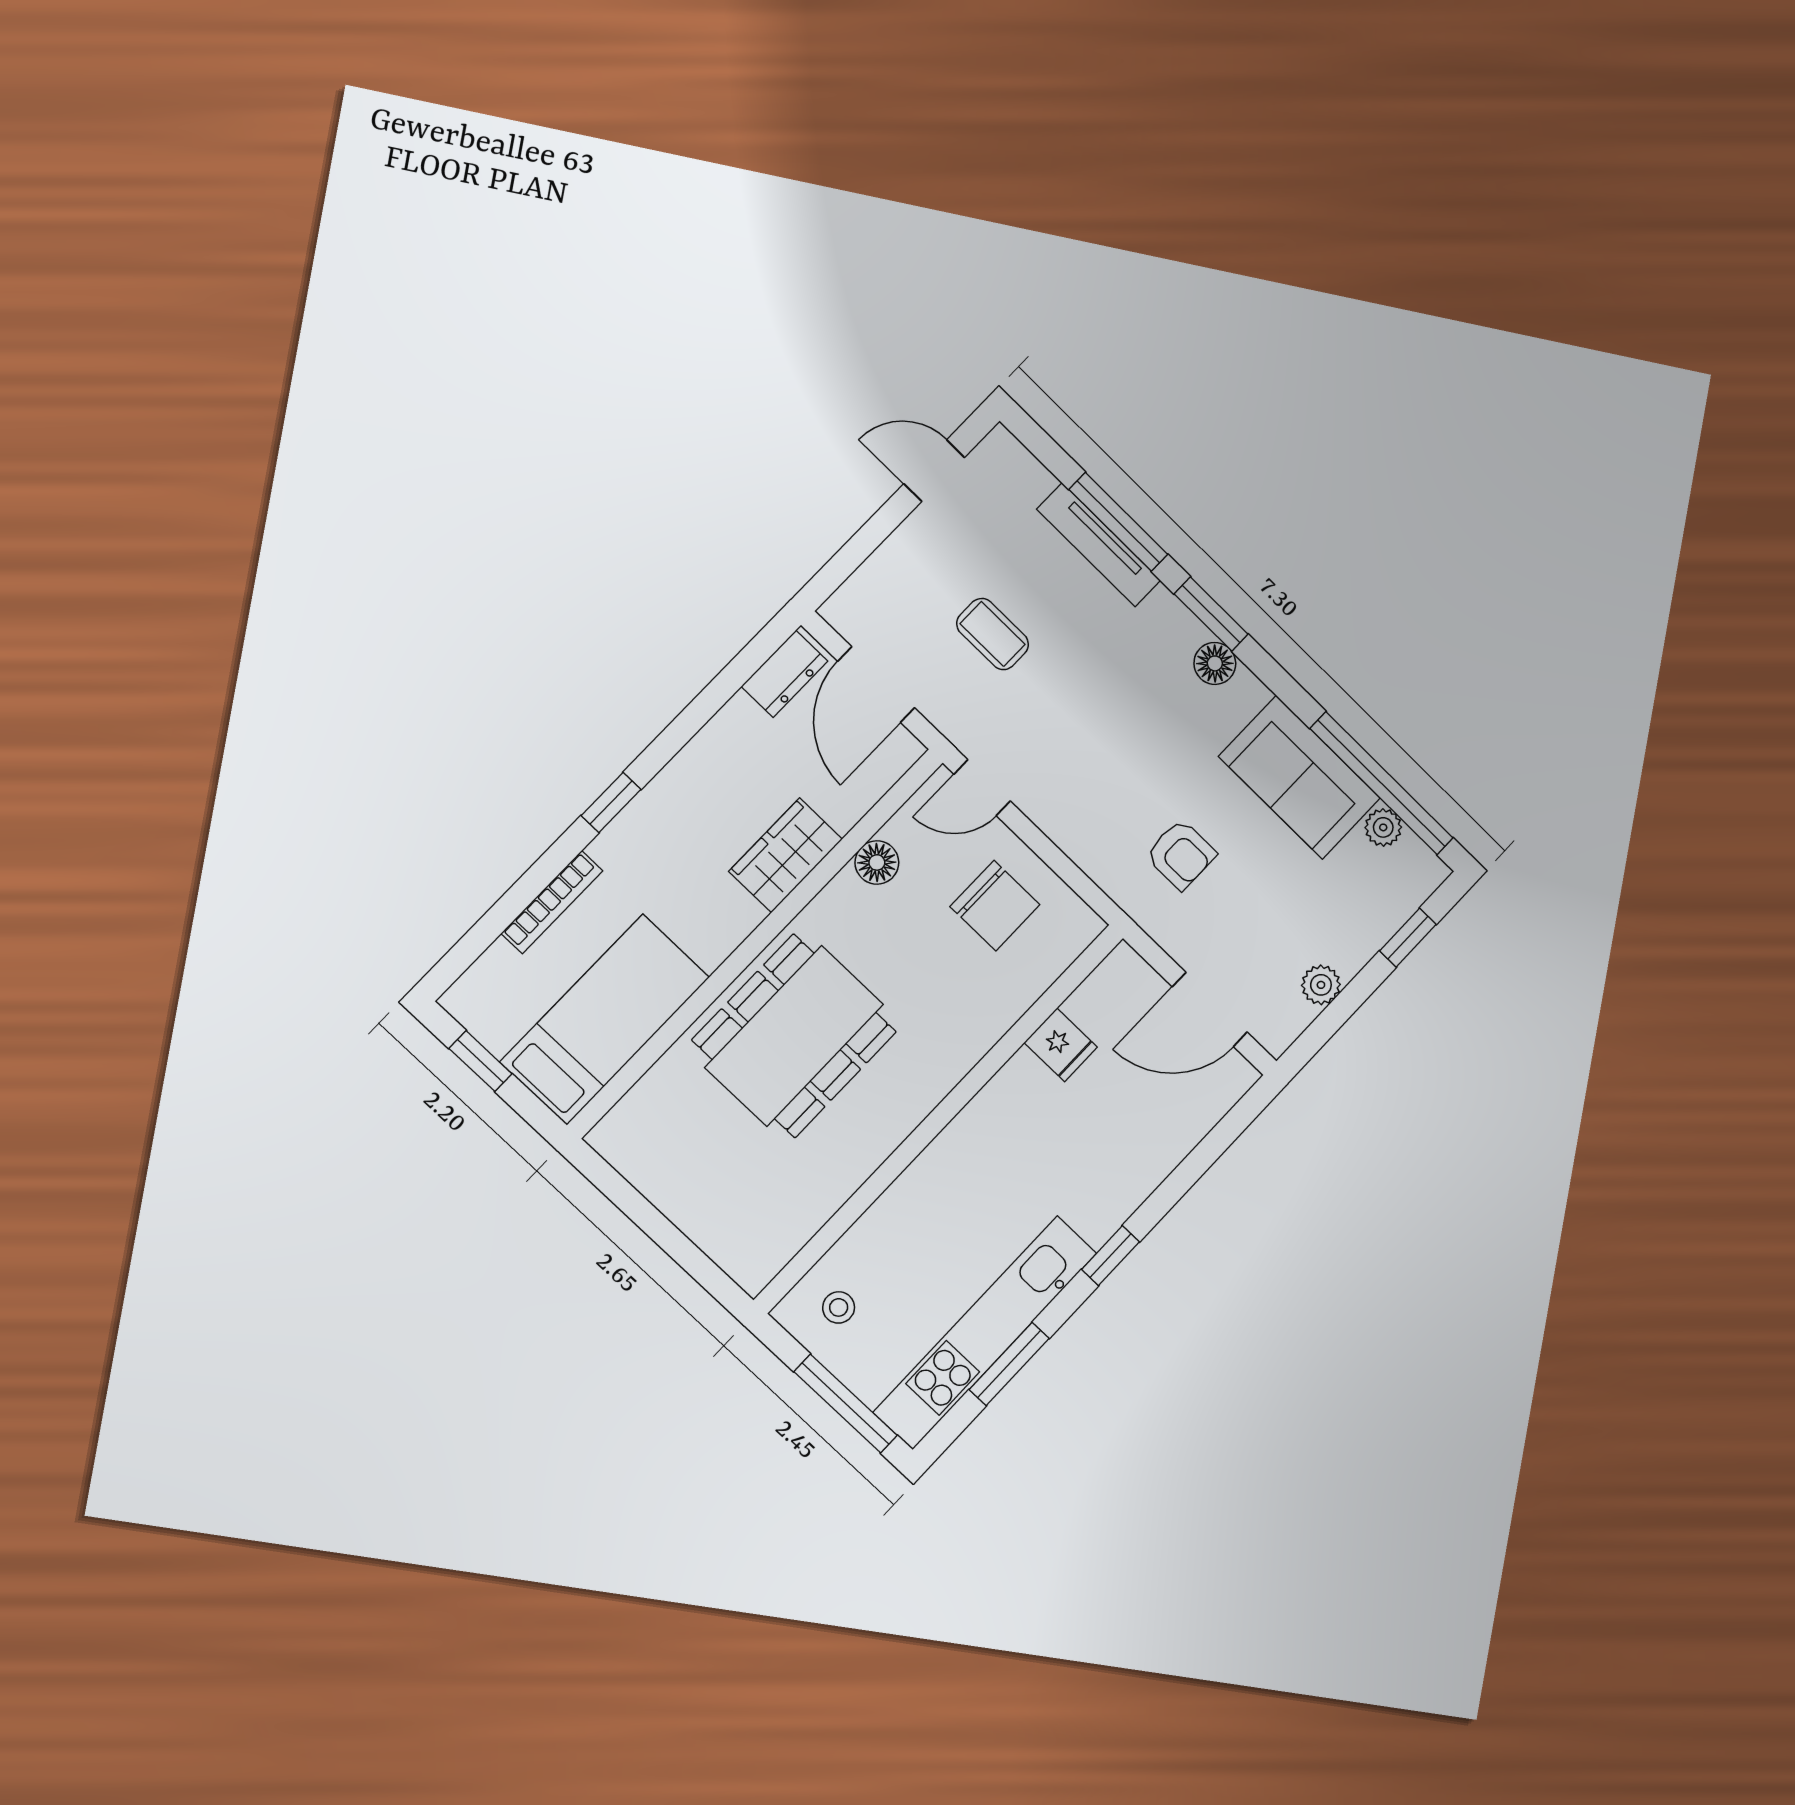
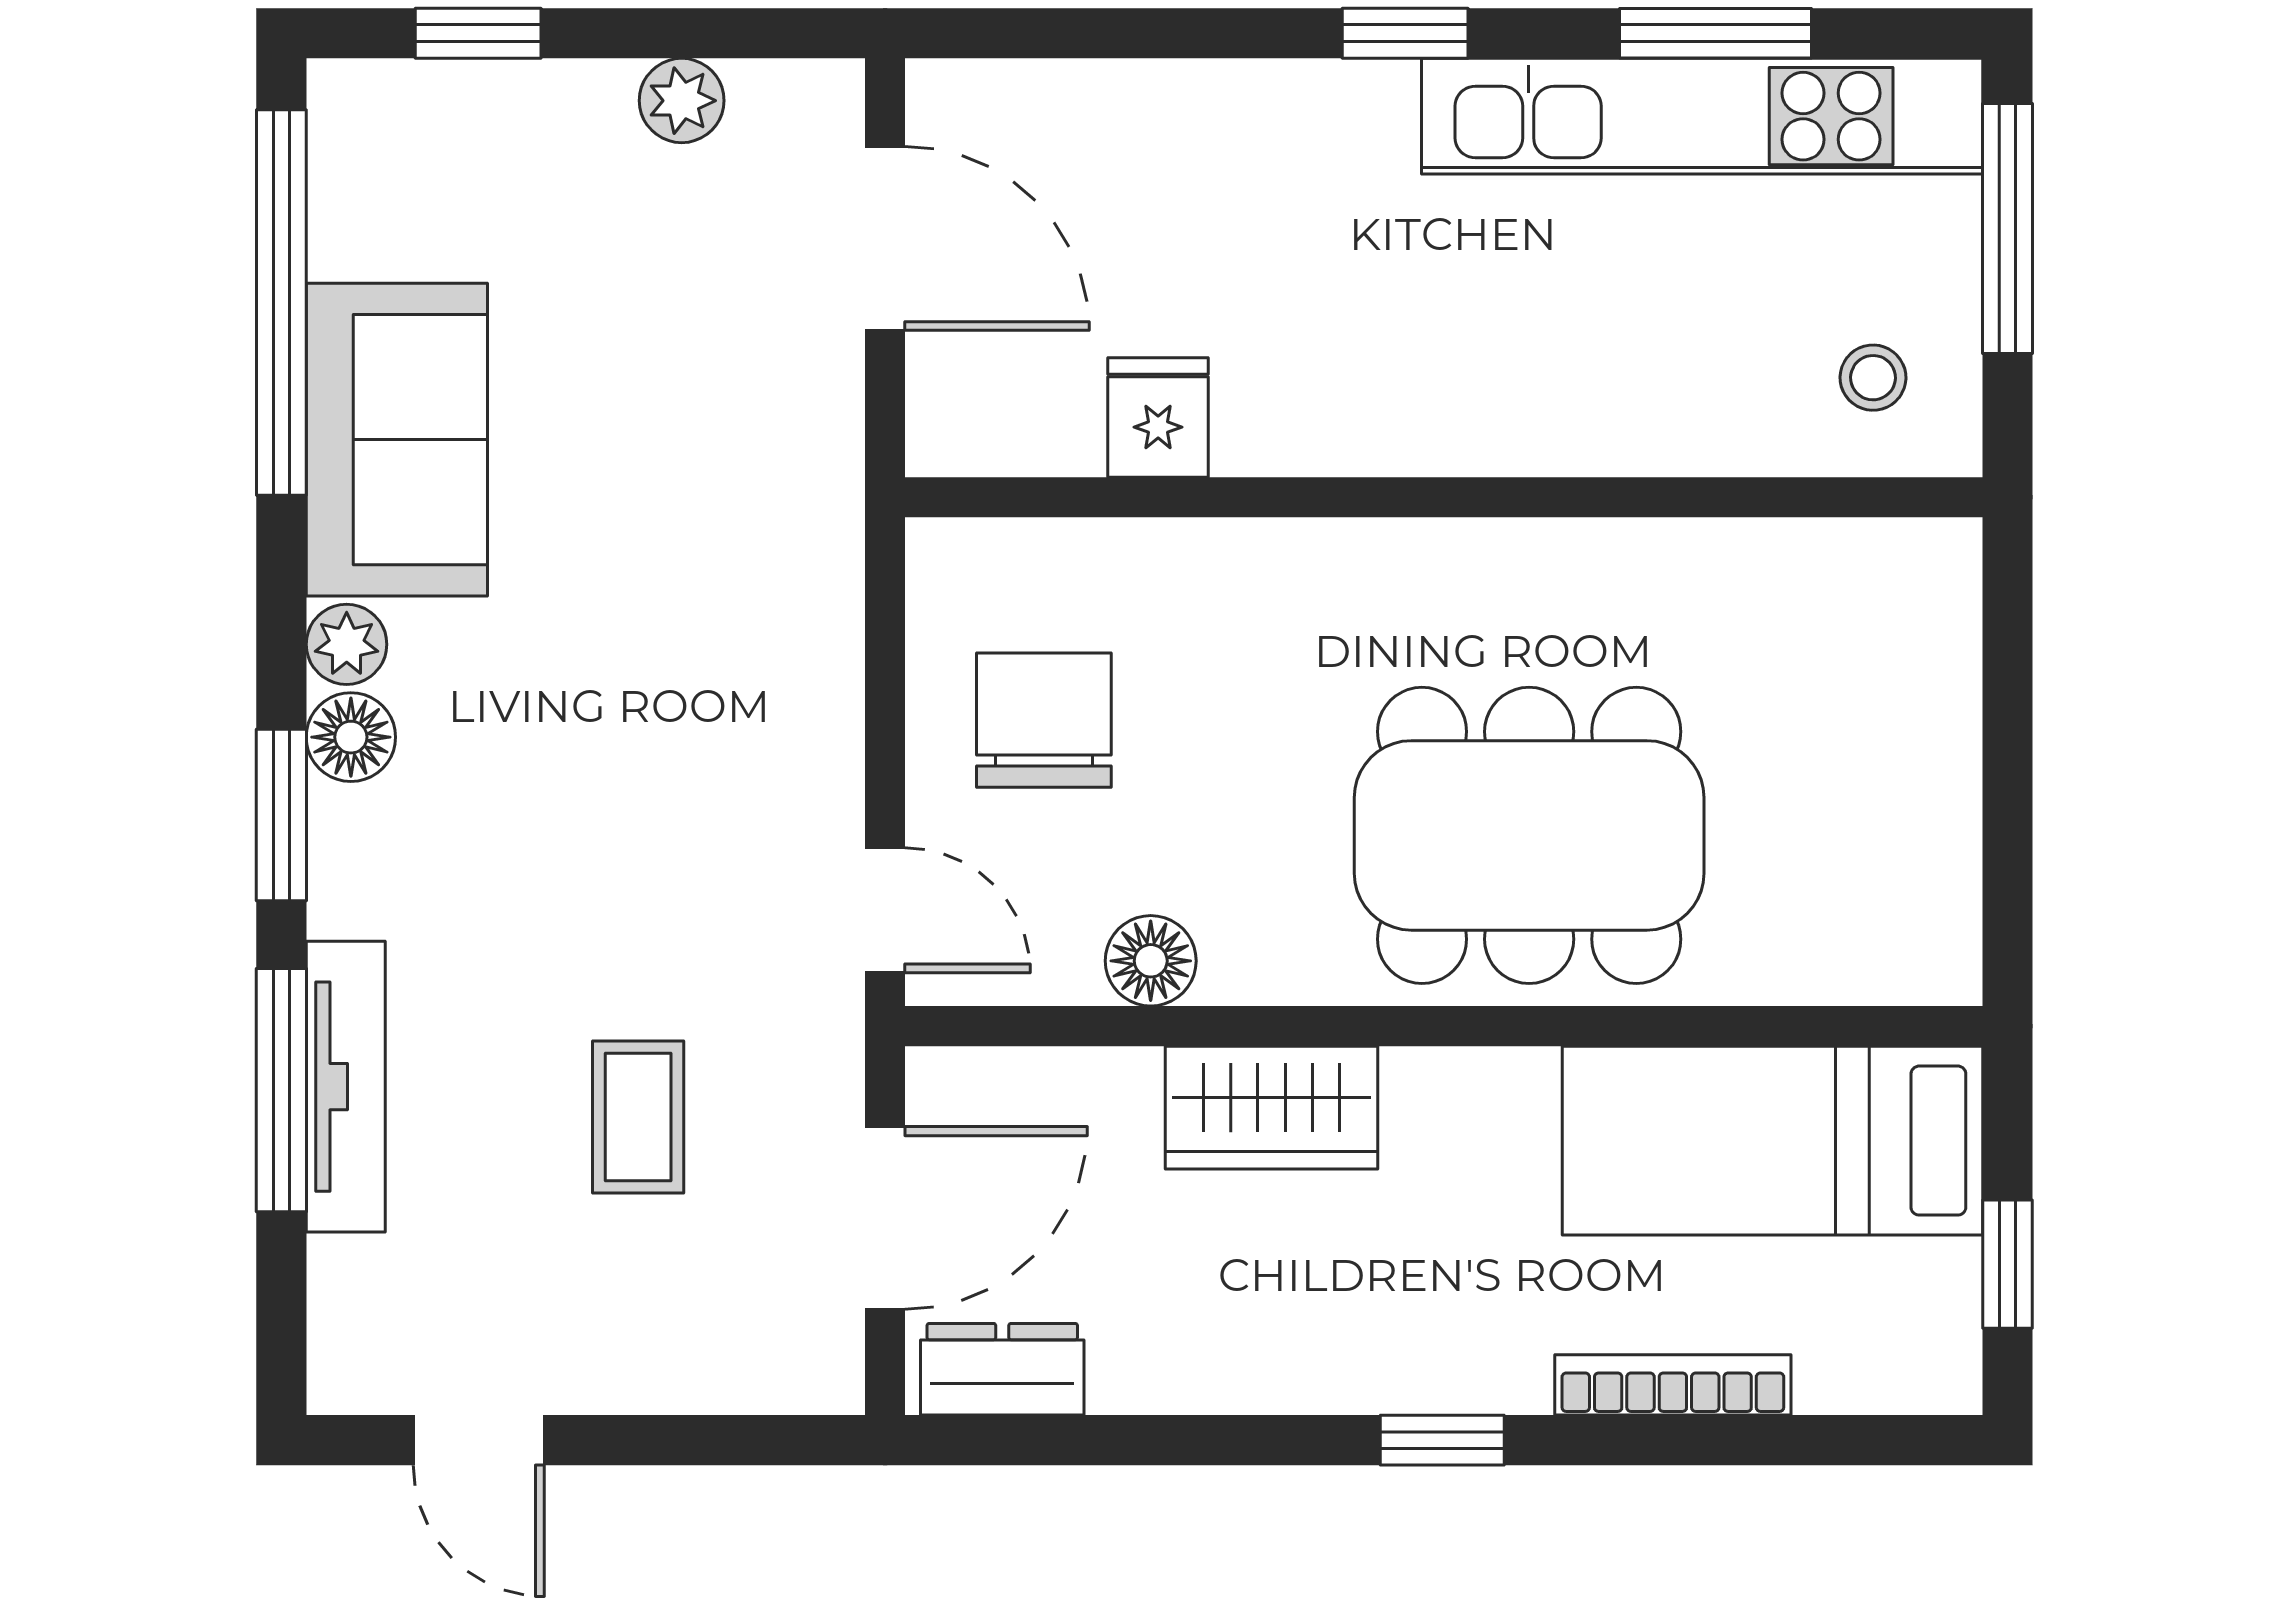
plant: (1383, 827) -> (347, 644), moved
armchair: (1181, 854) -> (692, 510), removed

